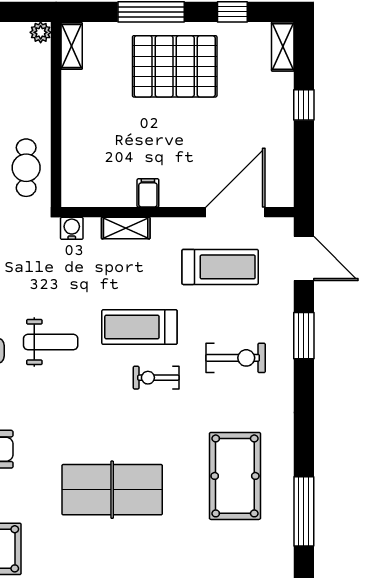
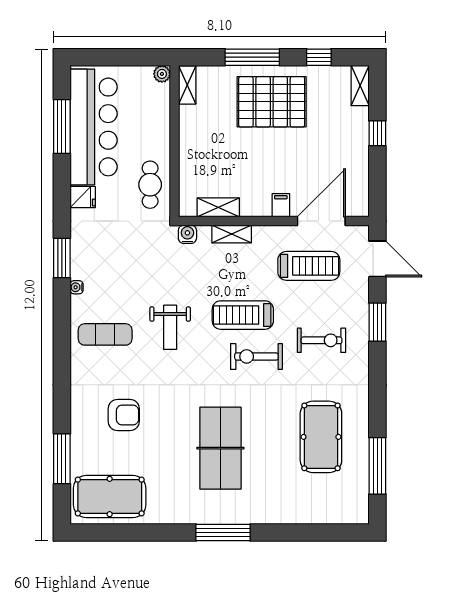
filing cabinet: (148, 193) -> (281, 205), moved
shelving: (109, 196) -> (218, 207), added
weight bench: (51, 342) -> (170, 327), turned 90
exercise bike: (156, 378) -> (256, 356), width x1.38, depth x1.39
table tennis table: (112, 490) -> (220, 448), turned 90

